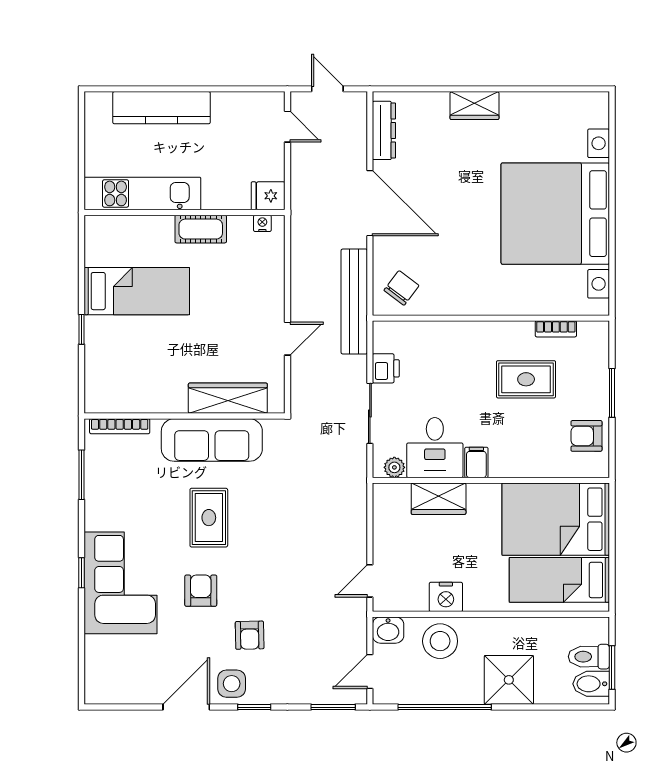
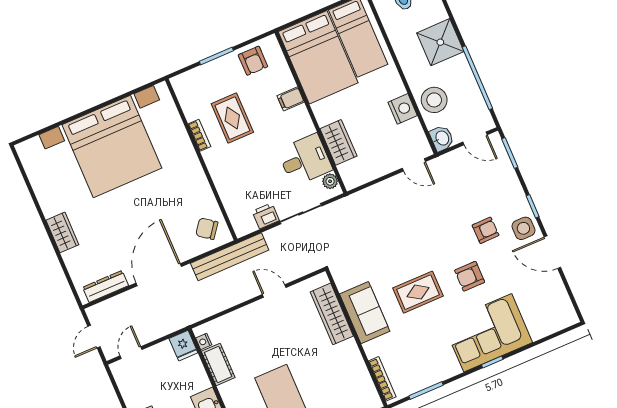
cot: (201, 229) -> (218, 364), moved
bookcase: (556, 329) -> (199, 135), moved
sofa: (212, 440) -> (365, 313), width x0.73
filing cabinet: (476, 462) -> (291, 99), moved

